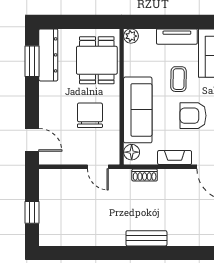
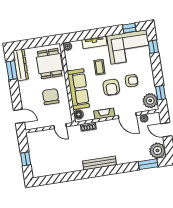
armchair: (193, 116) -> (111, 87), turned -90
bench: (146, 238) -> (100, 163), width x1.36

